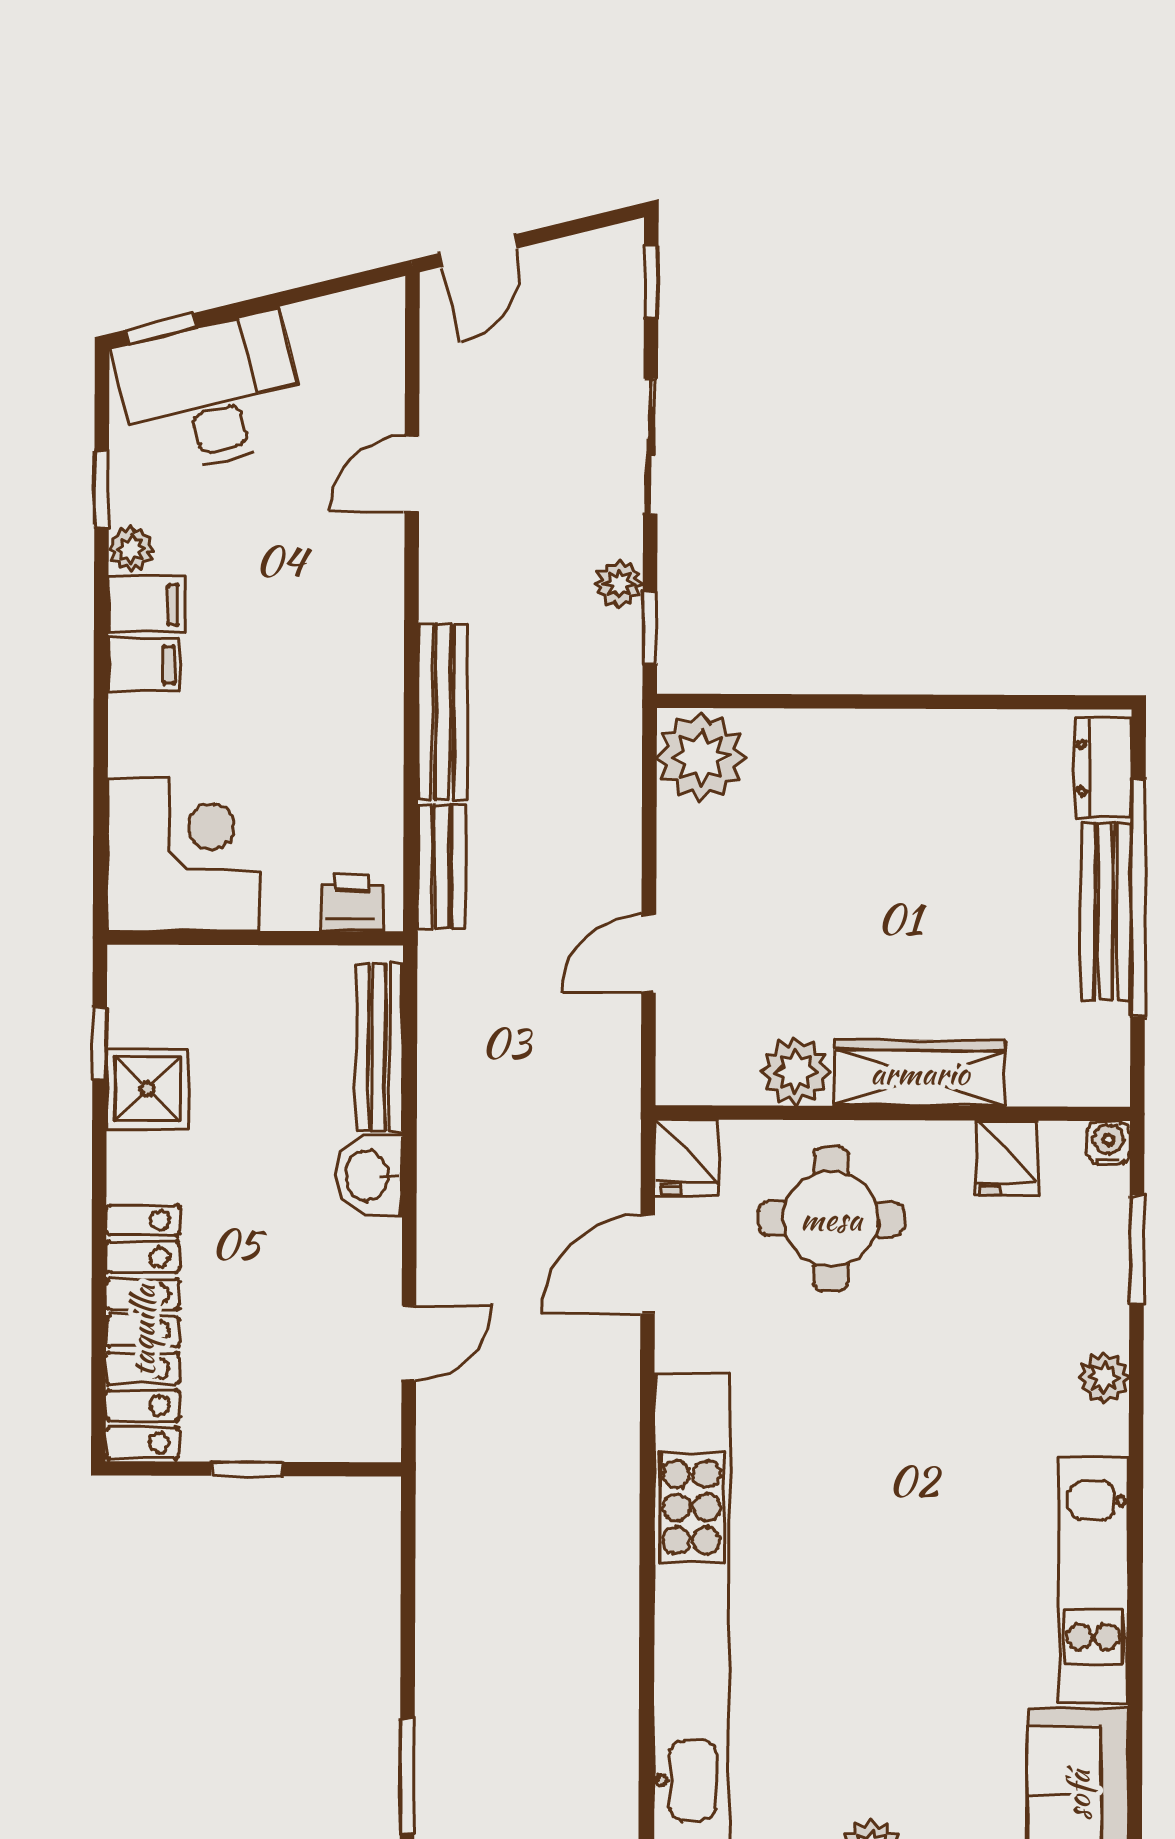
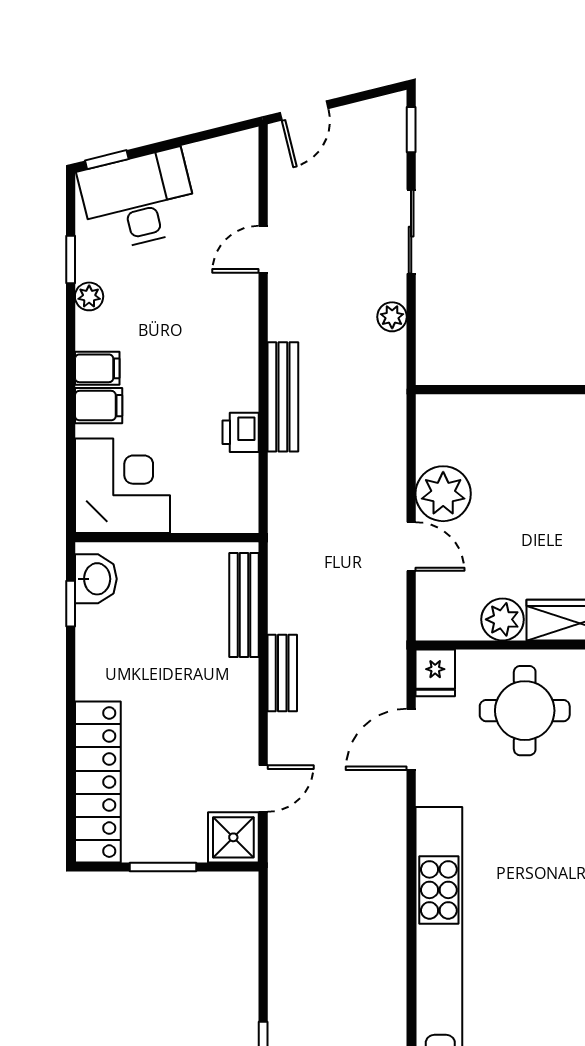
filing cabinet: (146, 605) -> (99, 406), moved
window: (650, 628) -> (411, 344), removed
plant: (701, 757) -> (443, 494), moved
bench: (441, 867) -> (282, 673), moved
printer: (352, 902) -> (241, 432), moved, turned -90
door: (649, 954) -> (411, 546), swing flipped
shower: (147, 1089) -> (233, 837), moved
washbasin: (369, 1175) -> (96, 579), moved, turned 180
window: (247, 1469) -> (163, 867), width x1.50

